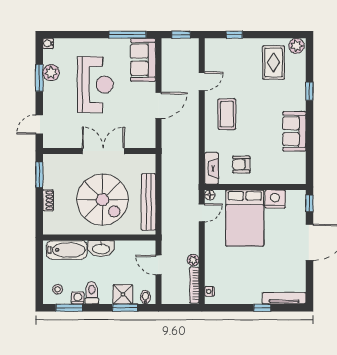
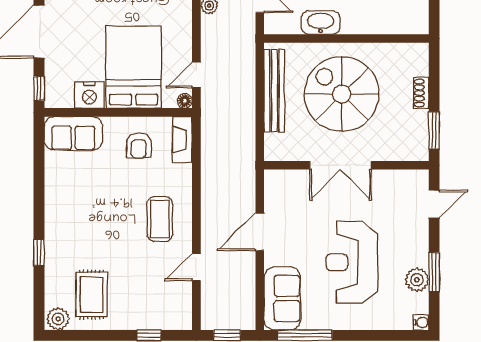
sofa: (294, 131) -> (73, 133), moved, turned 90
armchair: (241, 165) -> (139, 145), turned 90
washbasin: (101, 249) -> (321, 23), moved
bathtub: (67, 250) -> (394, 20), removed

